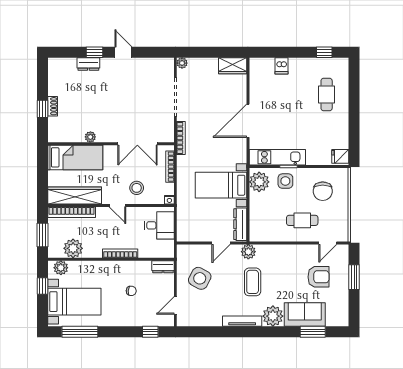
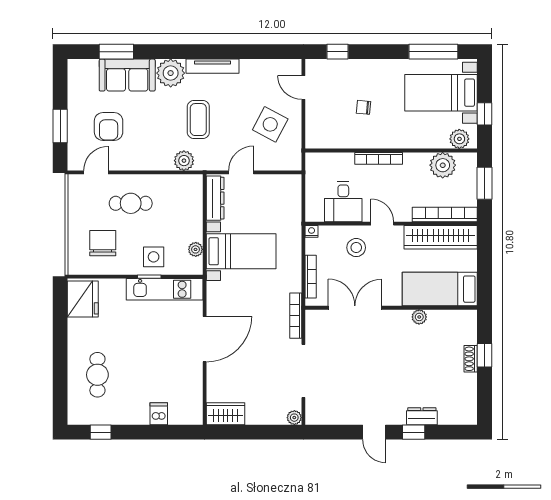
fridge: (340, 156) -> (83, 299), width x1.88, depth x1.34
plant: (259, 182) -> (196, 249), width x0.53, depth x0.53
desk: (159, 225) -> (343, 202), moved, turned -90
plant: (248, 252) -> (184, 161), moved
dresser: (163, 267) -> (320, 140), removed
armchair: (318, 277) -> (109, 126), turned -90
door: (175, 305) -> (303, 87), swing flipped

